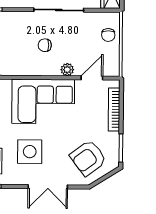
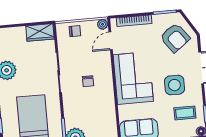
plant: (67, 70) -> (103, 24), moved
door: (92, 78) -> (111, 41), hinge flipped

